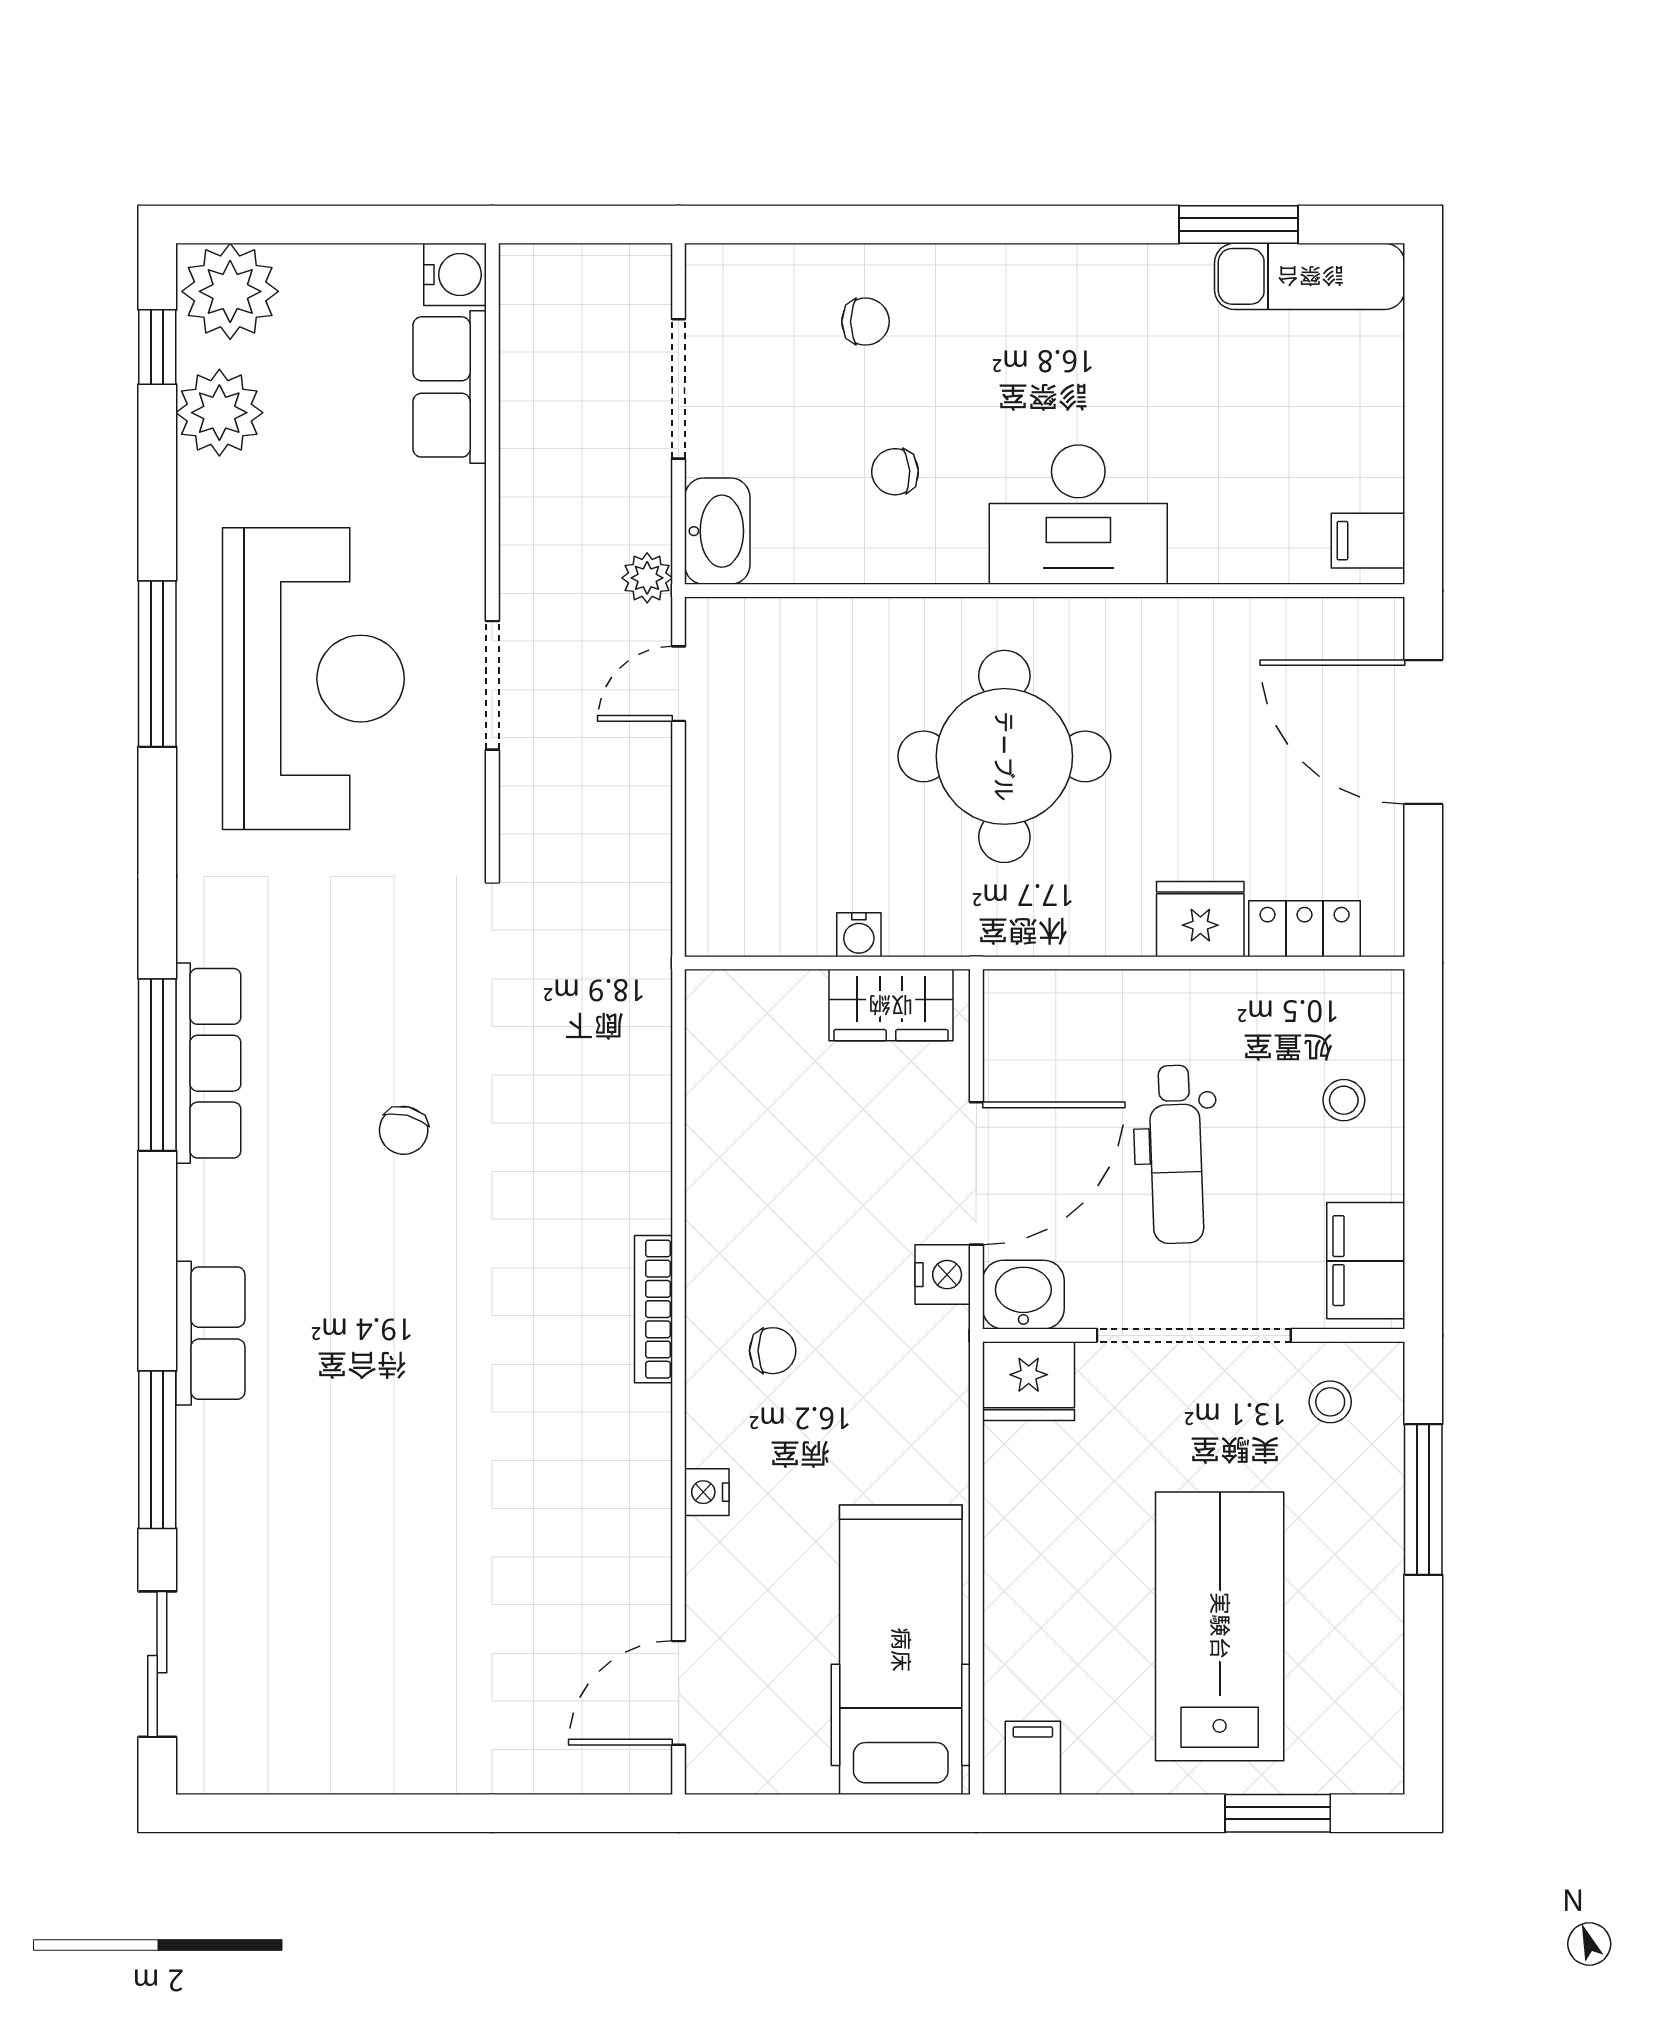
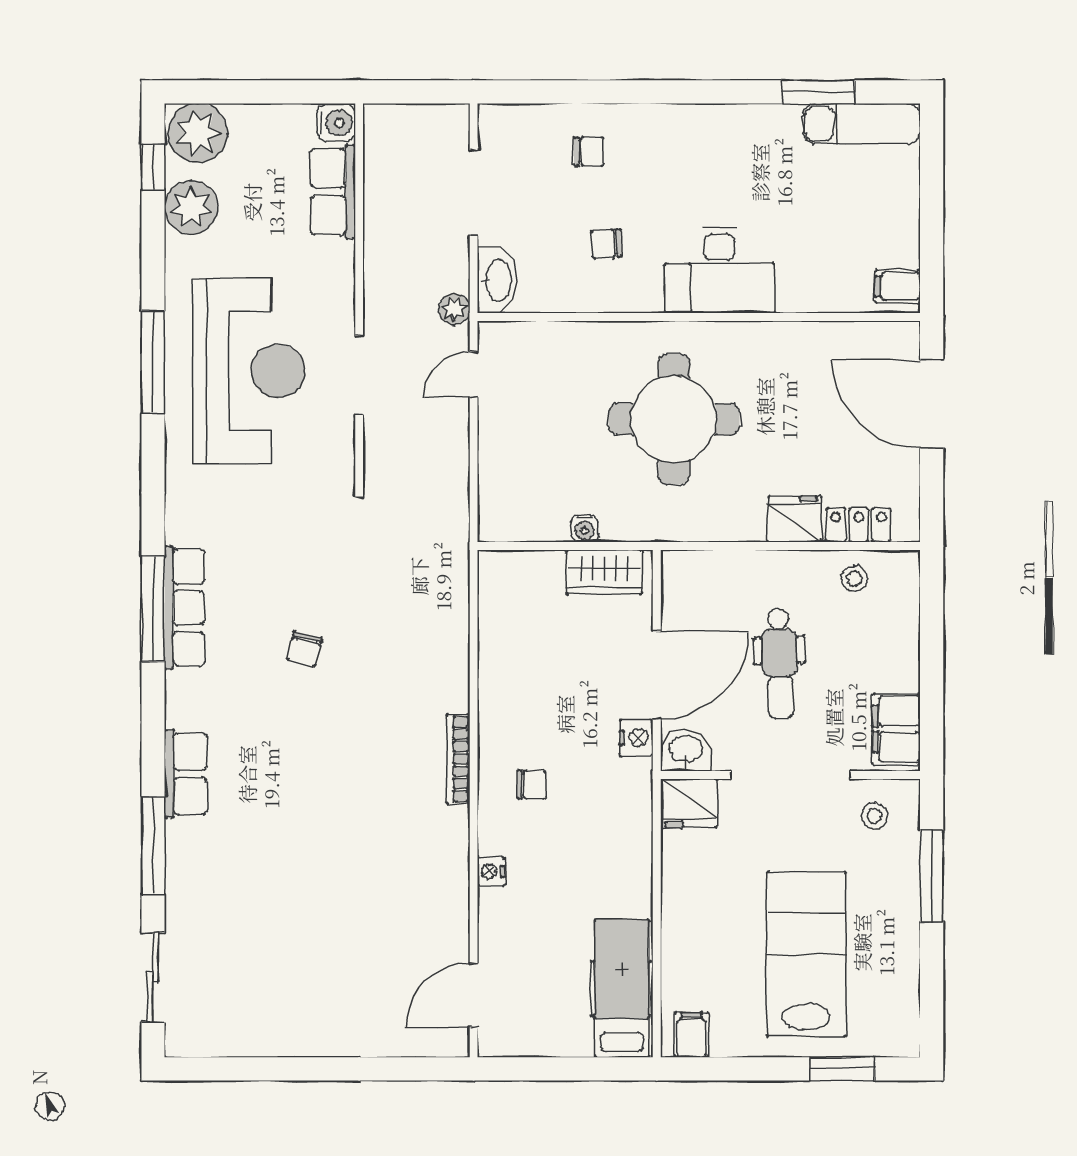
stool: (1344, 1100) -> (855, 579), moved
hospital bed: (901, 1650) -> (622, 988), width x0.73, depth x0.78

